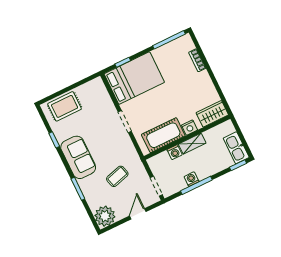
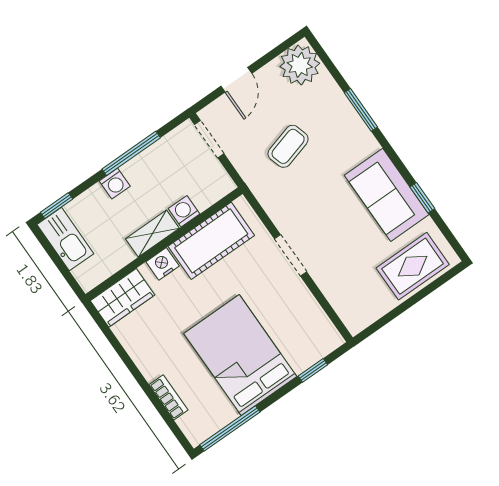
bed: (134, 78) -> (240, 355), moved, turned 90
sofa: (78, 157) -> (387, 195), moved
washing machine: (192, 179) -> (115, 184), moved

